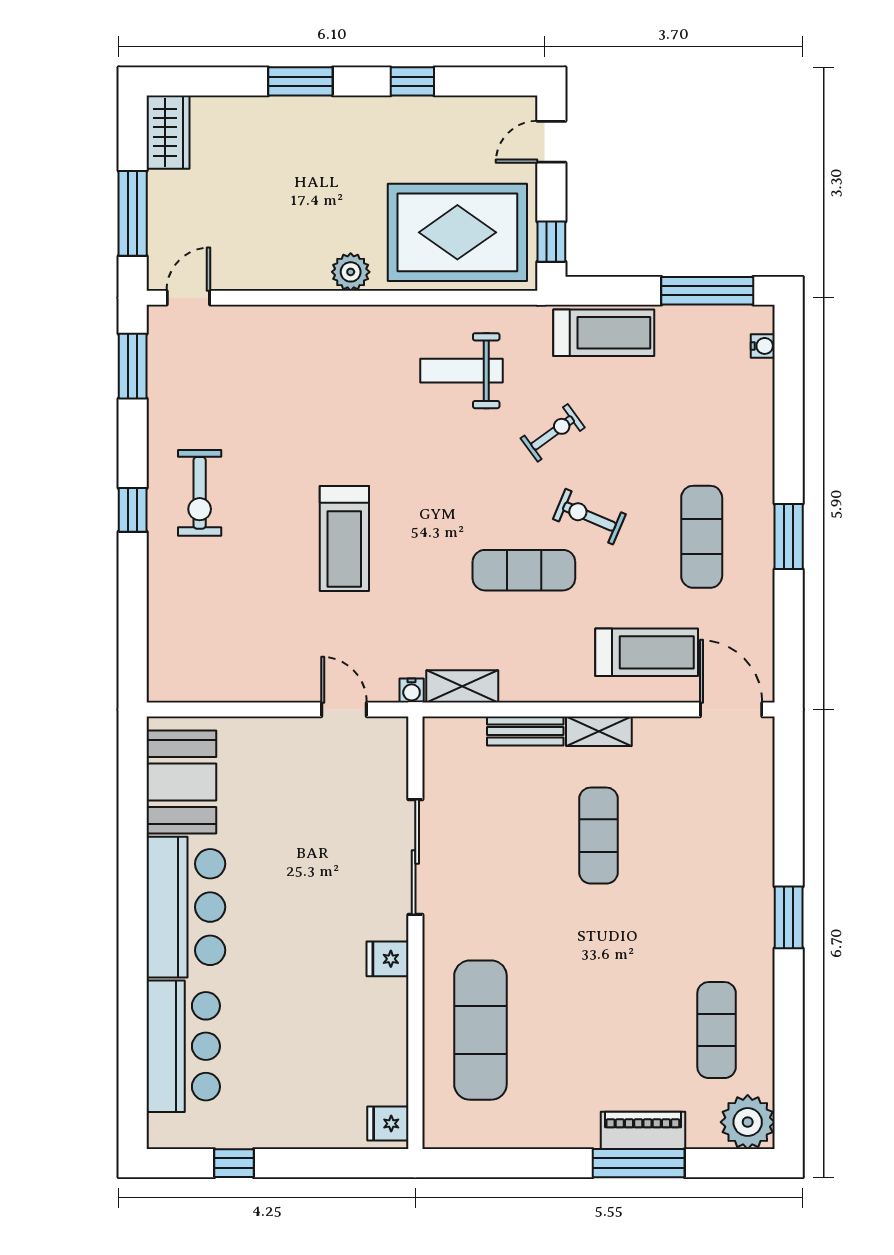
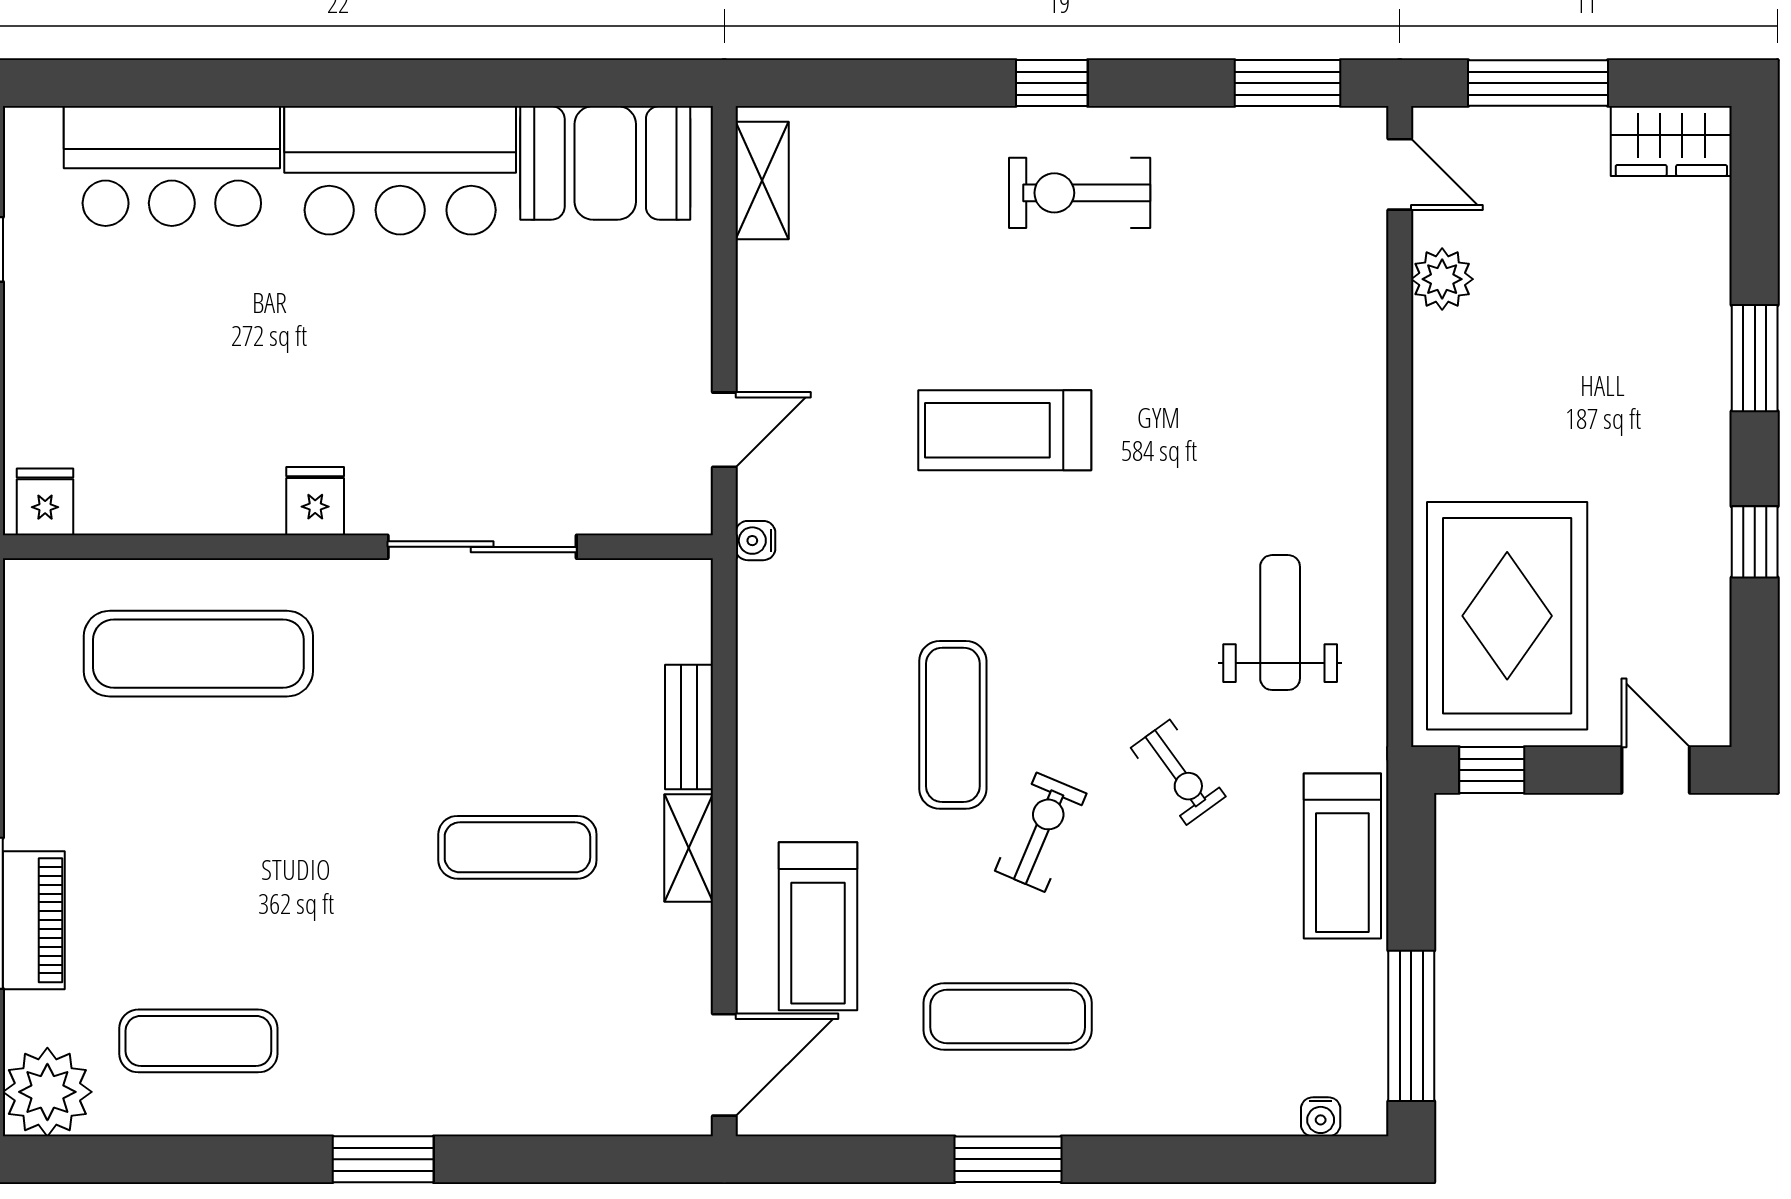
plant: (351, 272) -> (1442, 279), moved
shelving: (462, 686) -> (762, 180), moved

